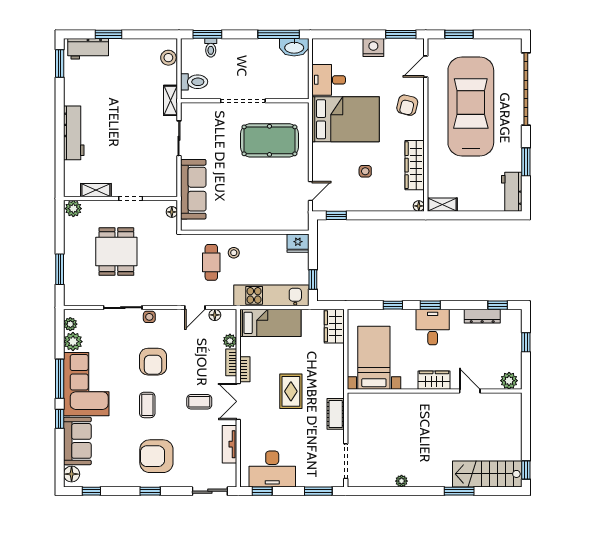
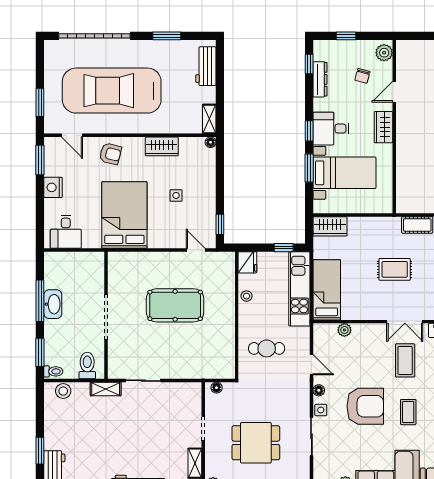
window: (279, 34) -> (40, 301), moved
washbasin: (294, 47) -> (53, 304), moved
toilet: (211, 48) -> (53, 371), moved
desk: (329, 80) -> (66, 232), moved
pool table: (269, 140) -> (175, 305), moved, turned 90
wardrobe: (415, 165) -> (162, 146), width x0.67
sofa: (193, 189) -> (194, 366), removed
workbench: (512, 192) -> (206, 66), moved, turned 90
stool: (234, 253) -> (247, 296), moved
window: (393, 305) -> (309, 168), width x1.50
floor lamp: (215, 315) -> (319, 390), moved
bed with nightstands: (374, 358) -> (344, 173), moved, turned 180
chair: (486, 359) -> (362, 76), added
armchair: (153, 362) -> (365, 406), width x1.36, depth x1.36
bookcase: (231, 362) -> (366, 329), removed
bookcase: (245, 369) -> (373, 315), removed
coffee table: (199, 402) -> (405, 360), width x1.36, depth x1.30
coffee table: (147, 405) -> (408, 412), turned 90

